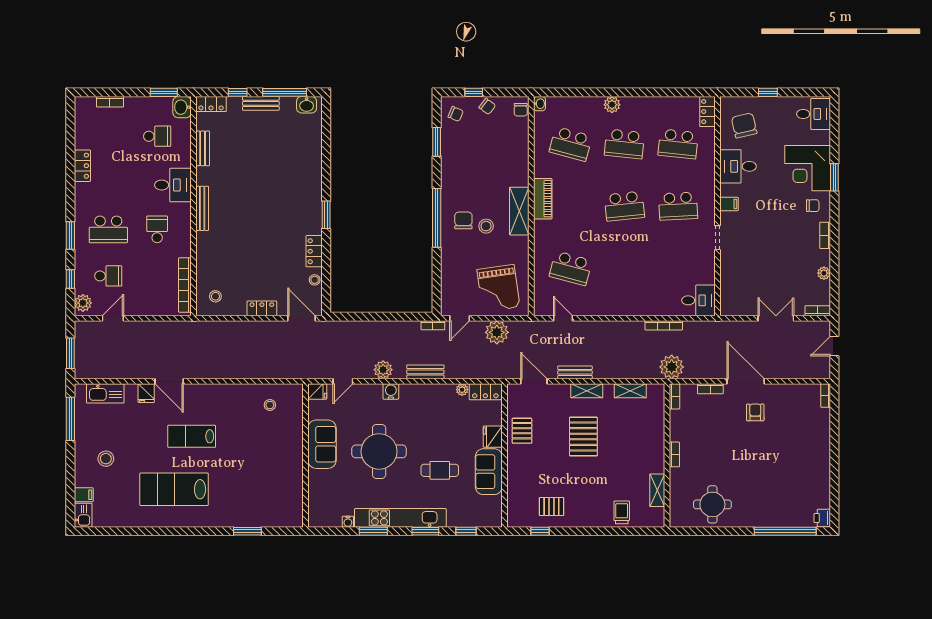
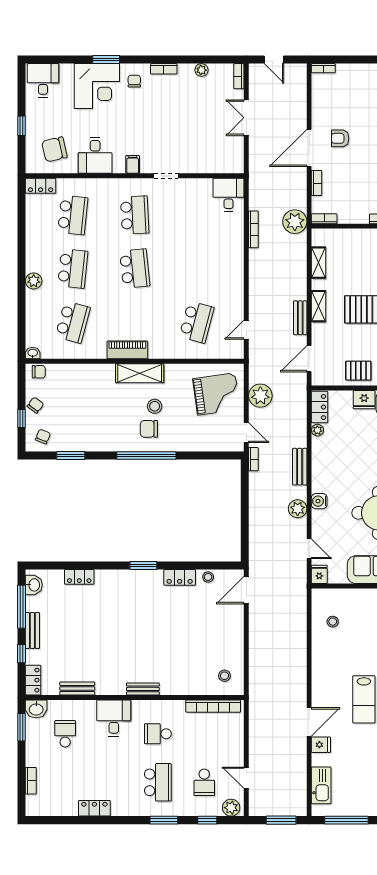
bench: (202, 208) -> (143, 689), width x0.73
school desk: (108, 276) -> (204, 782), turned 180
locker: (262, 308) -> (79, 577), moved, turned -90

